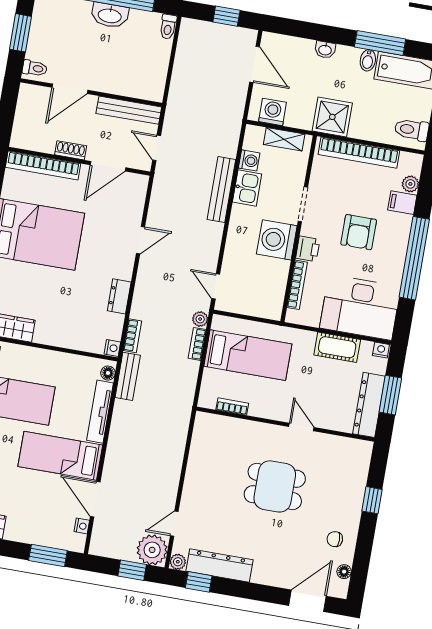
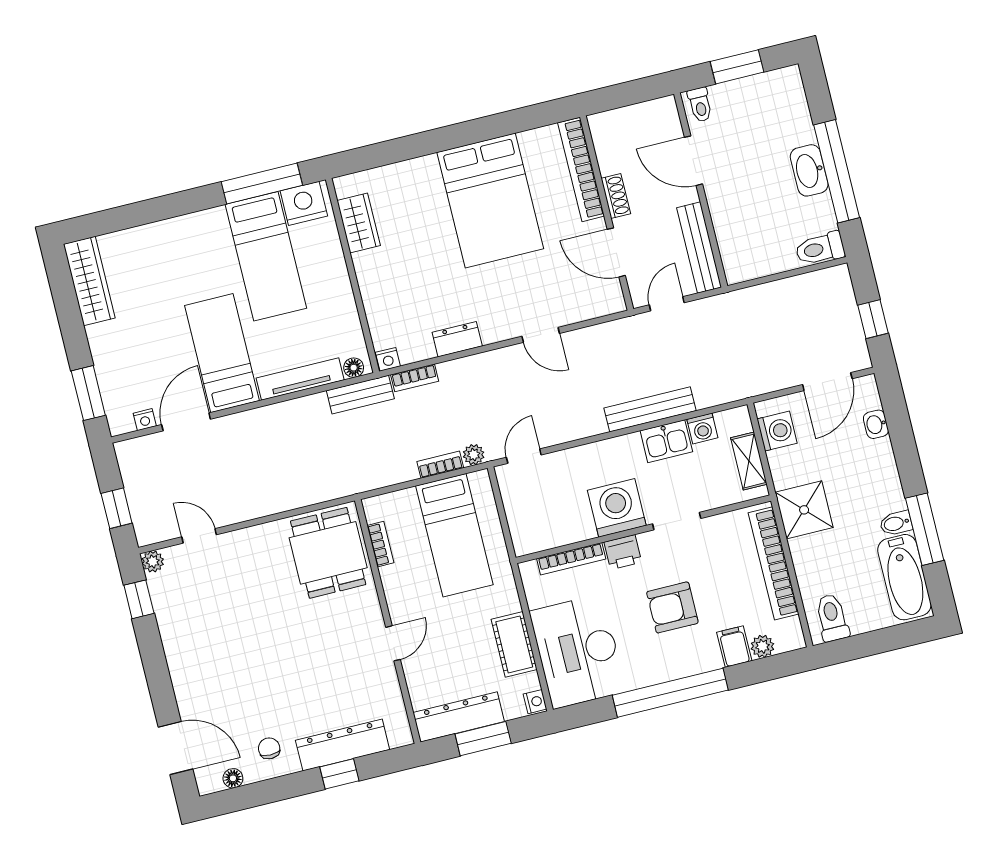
toilet: (168, 27) -> (820, 249), width x1.37, depth x1.39
washbasin: (325, 50) -> (876, 424), moved
dining table: (275, 486) -> (328, 553), moved
plant: (152, 550) -> (154, 522), removed
dresser: (219, 565) -> (343, 745), moved, turned -90

